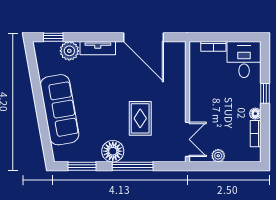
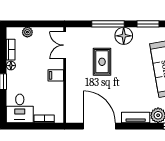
filing cabinet: (199, 101) -> (56, 75), added
plant: (218, 156) -> (27, 32), moved

